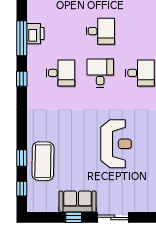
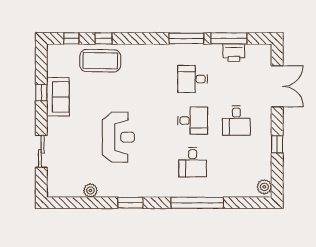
desk: (60, 73) -> (193, 79), turned 90
window: (22, 79) -> (186, 38), width x2.17
reception desk: (116, 144) -> (118, 137), turned -90
sliding door: (113, 217) -> (41, 151), moved

